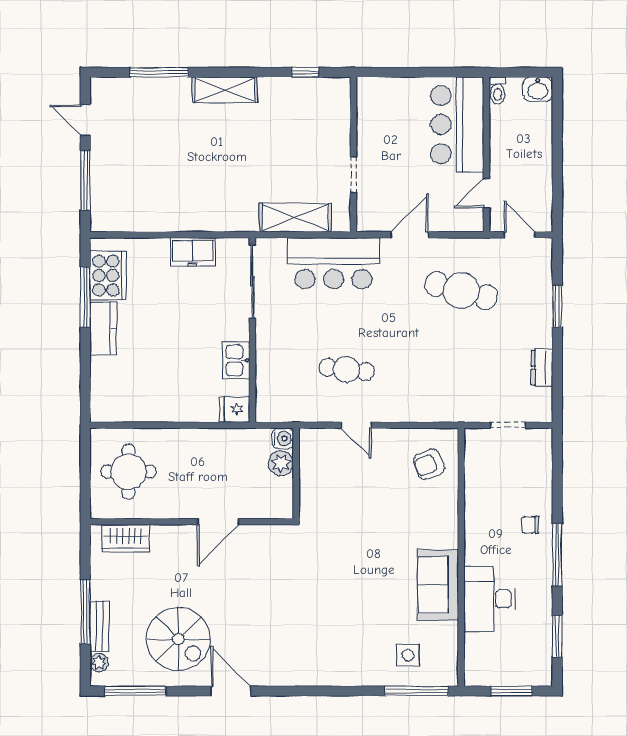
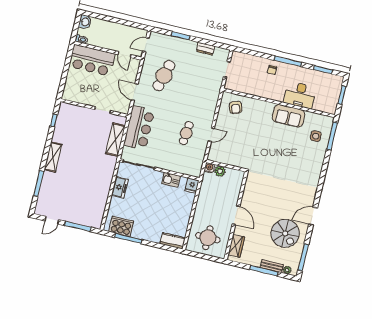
kitchen counter: (103, 329) -> (173, 241), moved
door: (218, 522) -> (236, 215), moved
spiral stairs: (178, 639) -> (285, 233), turned 90

